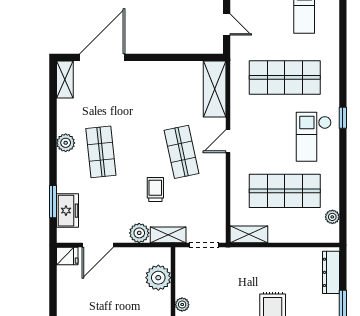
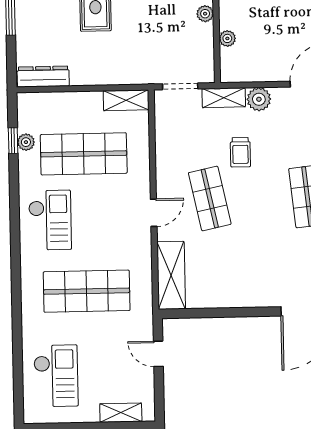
window: (343, 118) -> (13, 141), moved
plant: (332, 217) -> (26, 142), moved
dresser: (331, 272) -> (43, 77), moved, turned -90
plant: (158, 278) -> (227, 38), width x0.53, depth x0.53

